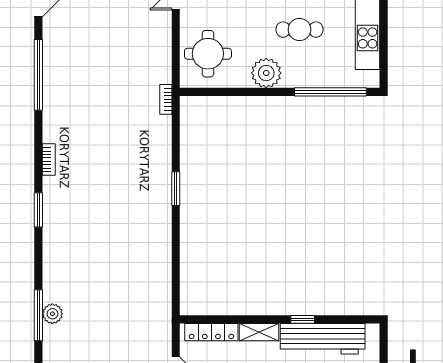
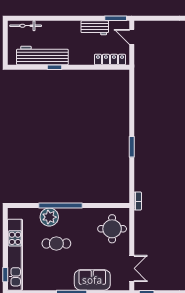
plant: (266, 73) -> (49, 217), moved
window: (330, 92) -> (60, 206), moved
shelving: (259, 332) -> (81, 59), removed

